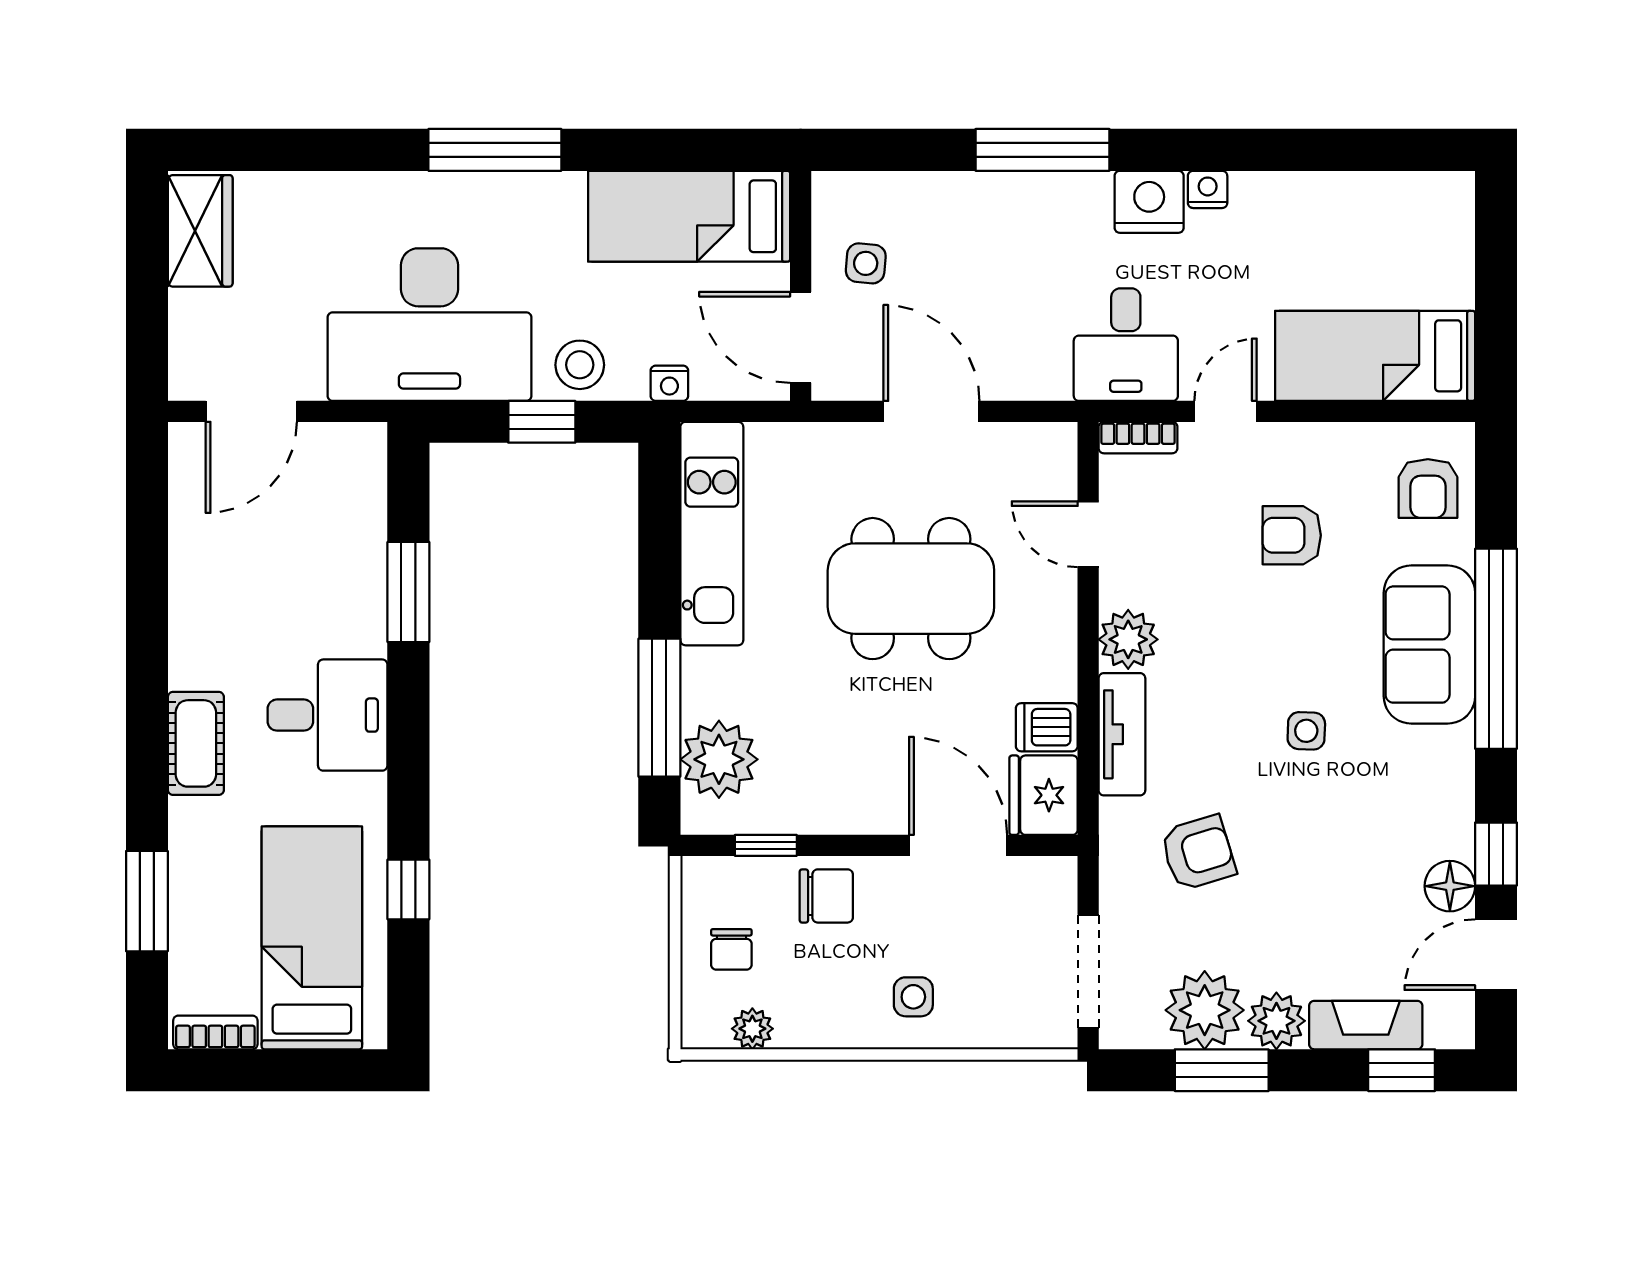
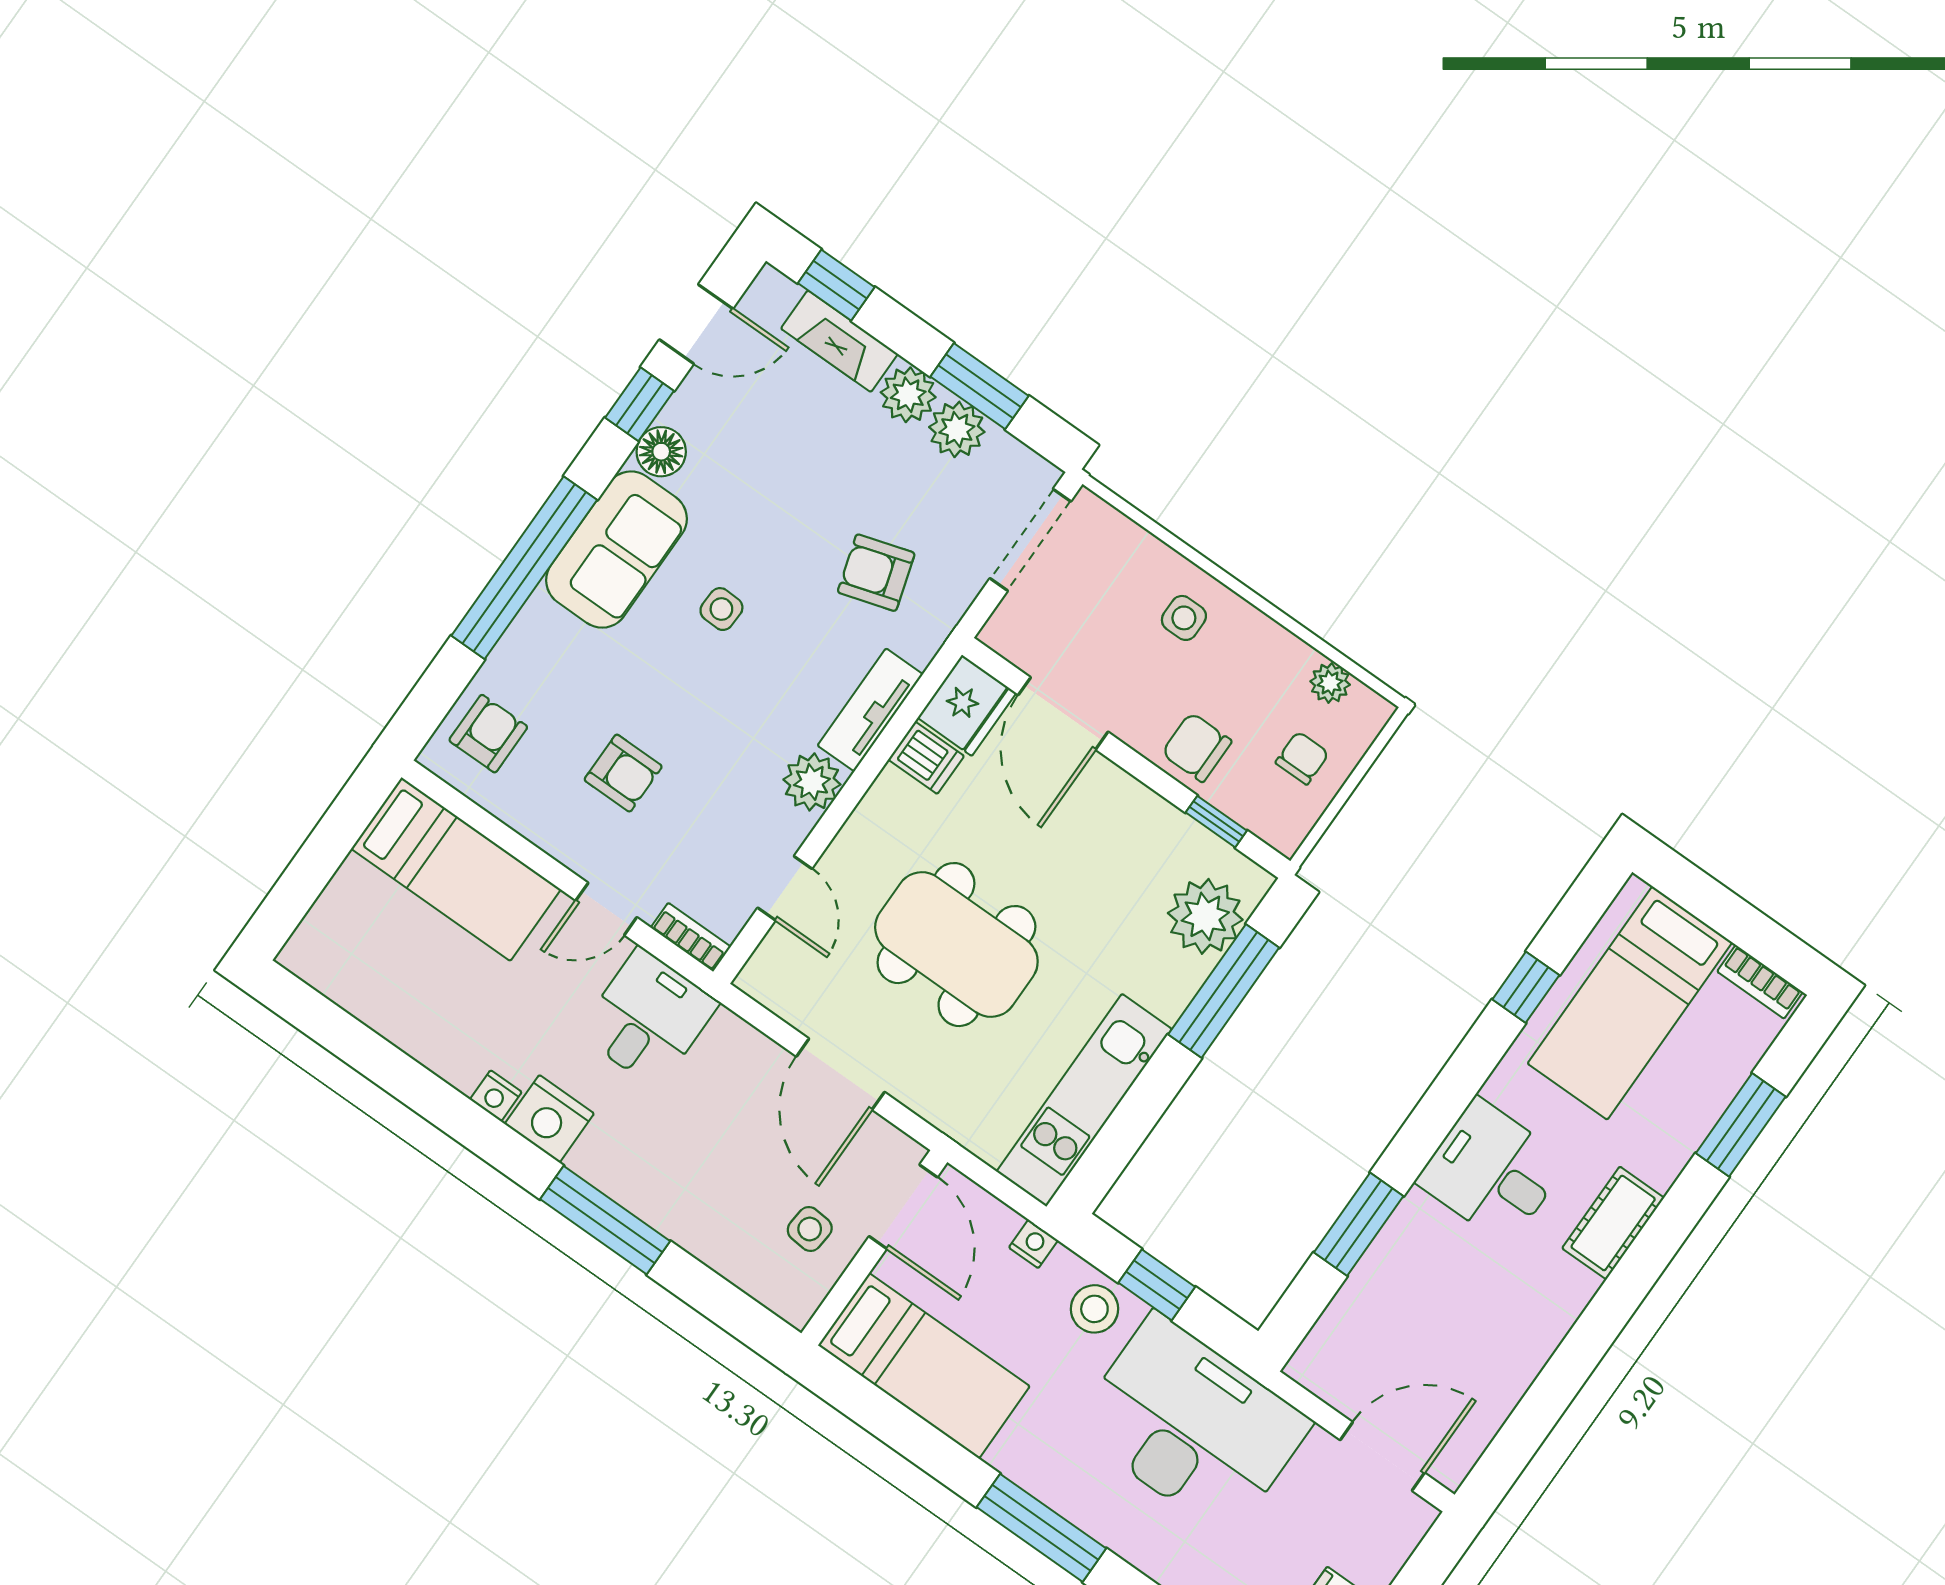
sofa: (1429, 645) -> (616, 550), moved
floor lamp: (1450, 886) -> (661, 452), moved
plant: (1205, 1010) -> (957, 429), width x0.73, depth x0.73

